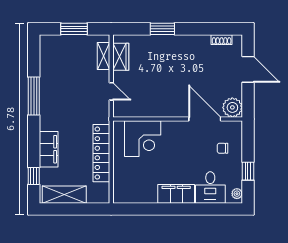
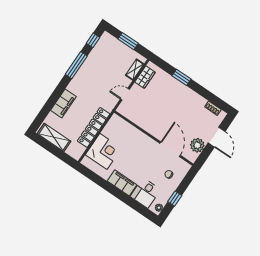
door: (111, 91) -> (125, 94), swing flipped
plant: (232, 107) -> (197, 145), moved
corner desk: (143, 139) -> (103, 151), moved, turned -90
window: (34, 176) -> (93, 40), moved

